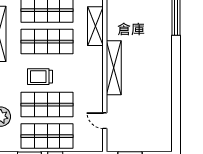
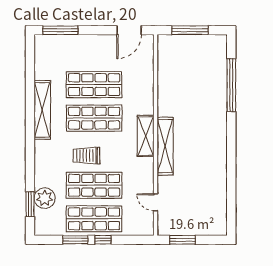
shelving: (95, 26) -> (146, 136), moved

